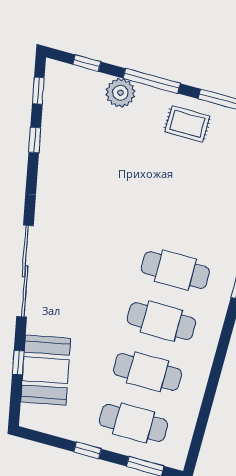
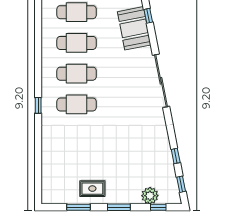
window: (152, 81) -> (119, 207), width x0.69
plant: (120, 93) -> (150, 196), moved
window: (18, 363) -> (148, 16), moved

